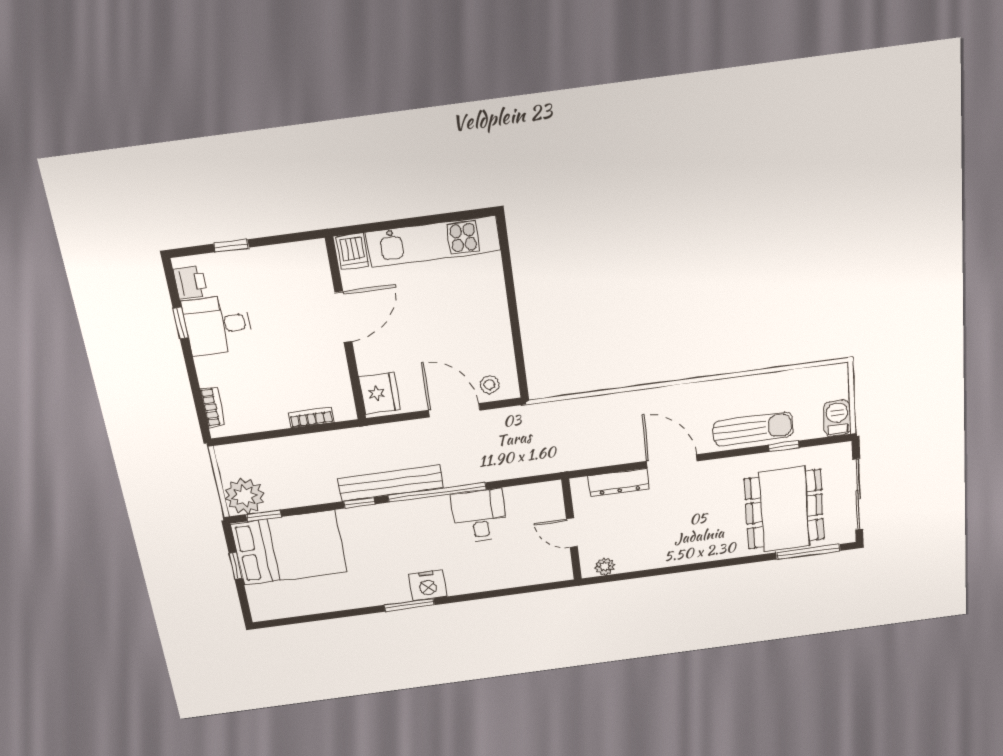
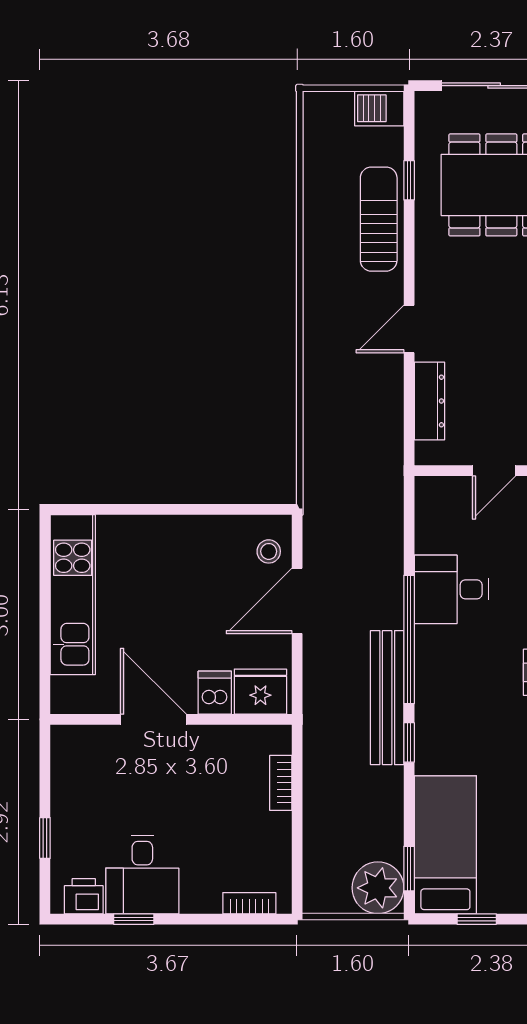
dishwasher: (352, 251) -> (215, 693), moved, turned -90
door: (672, 461) -> (409, 329), width x0.73
bed: (289, 548) -> (445, 845), width x0.67

